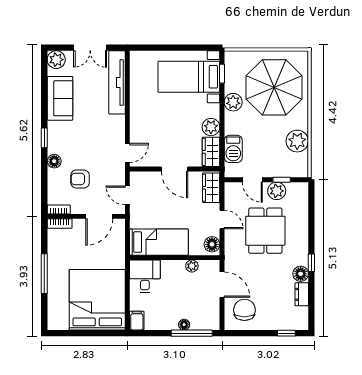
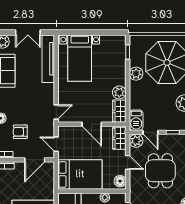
bed with nightstands: (189, 77) -> (80, 58), moved, turned -90
barbecue: (233, 149) -> (136, 120), moved
plant: (277, 191) -> (136, 141), moved
bed: (159, 242) -> (80, 174), width x1.50

